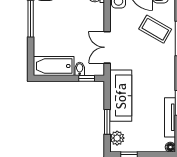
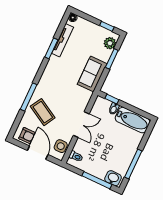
double door: (107, 47) -> (81, 125), moved
sofa: (121, 96) -> (92, 74), width x0.73

